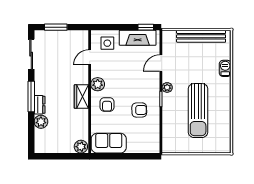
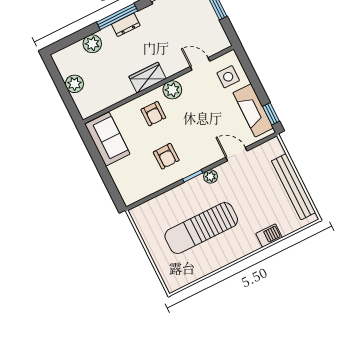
dresser: (40, 105) -> (126, 25), moved
armchair: (107, 105) -> (153, 114), turned -90
plant: (81, 147) -> (74, 84), moved

